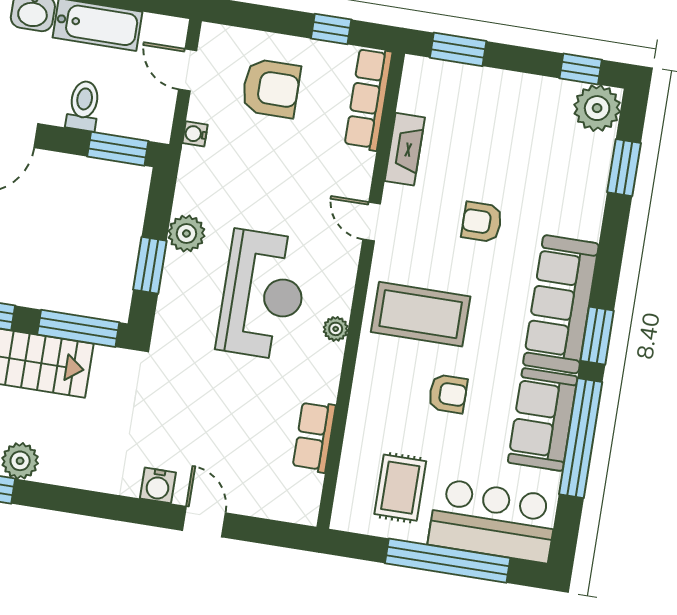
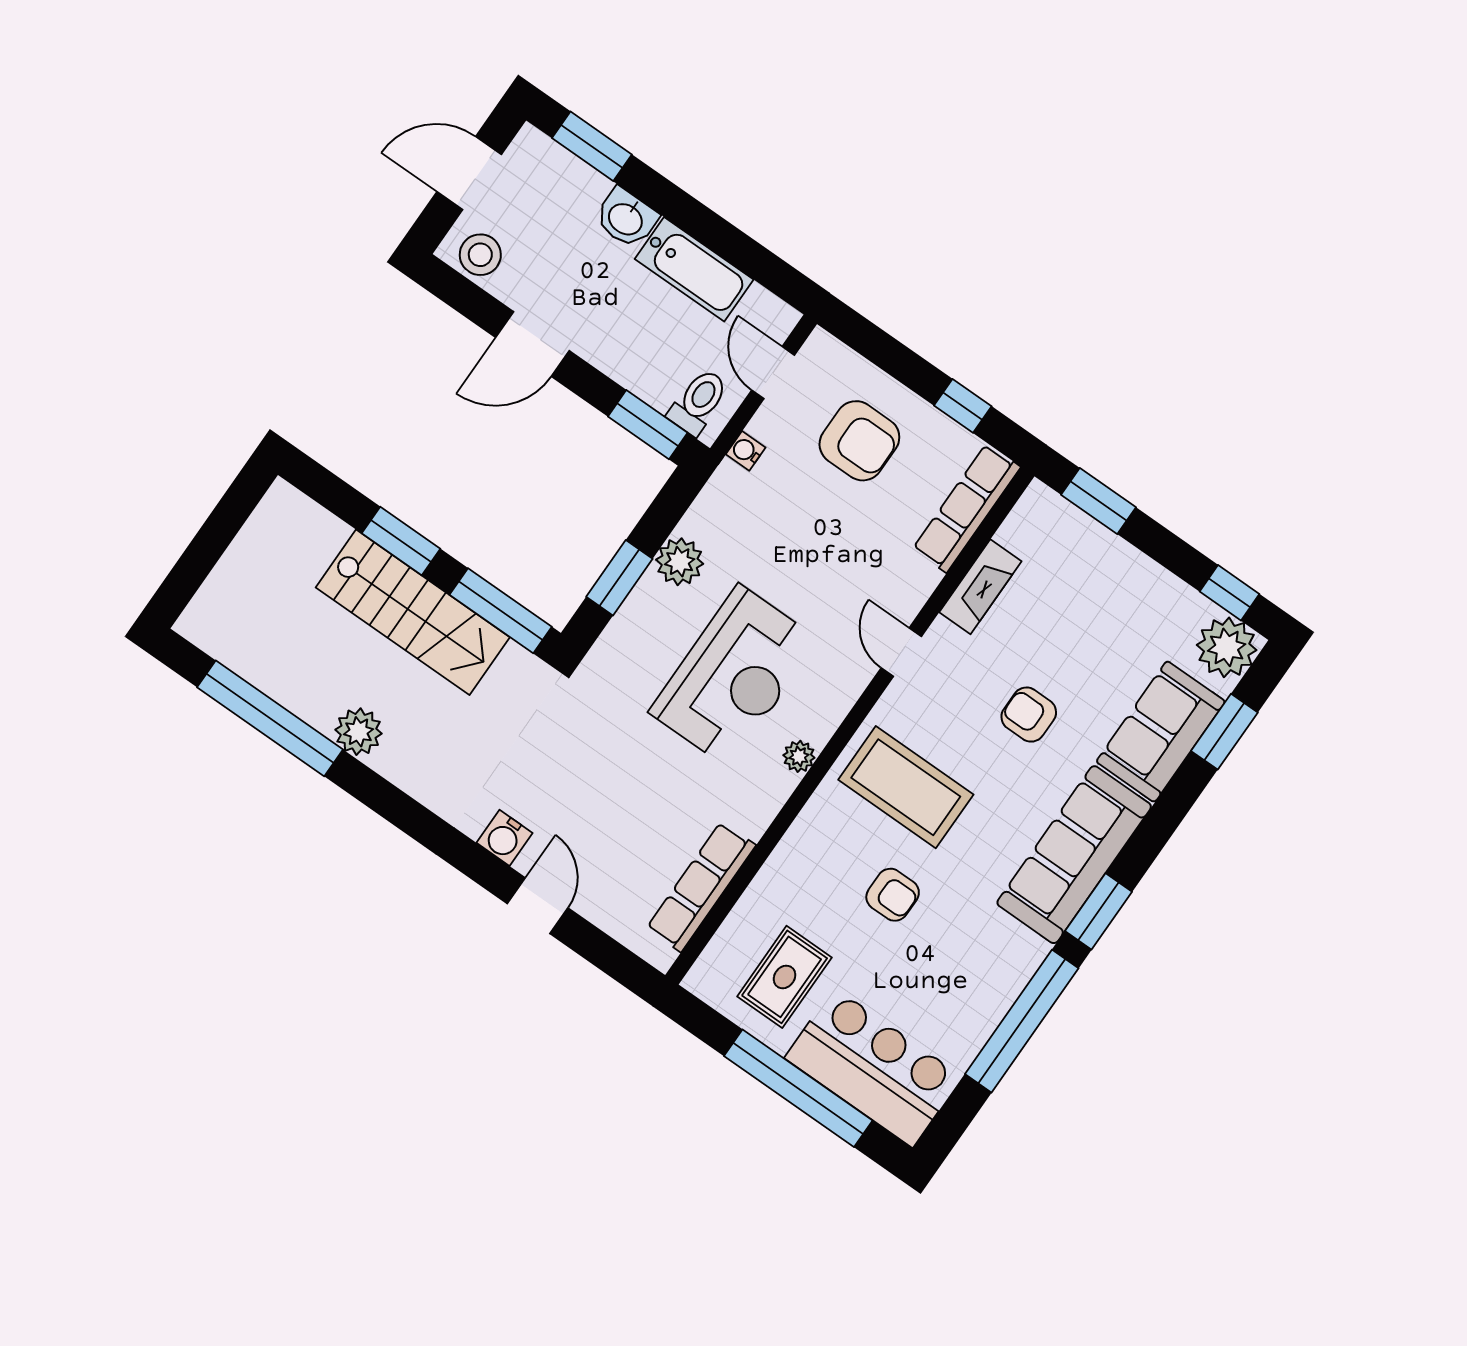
toilet: (83, 106) -> (698, 402), moved
sofa: (543, 420) -> (1161, 732), moved
row of seats: (314, 437) -> (701, 887), width x1.48

